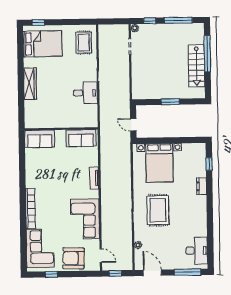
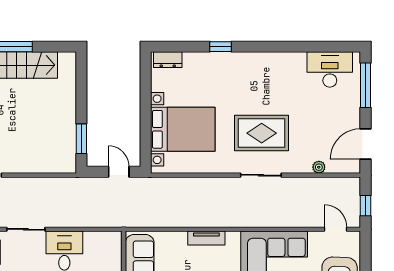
window: (170, 102) -> (81, 139), moved
door: (133, 125) -> (119, 172), swing flipped
window: (209, 164) -> (220, 47), moved
dresser: (202, 186) -> (168, 60), moved
door: (101, 256) -> (336, 229), hinge flipped

